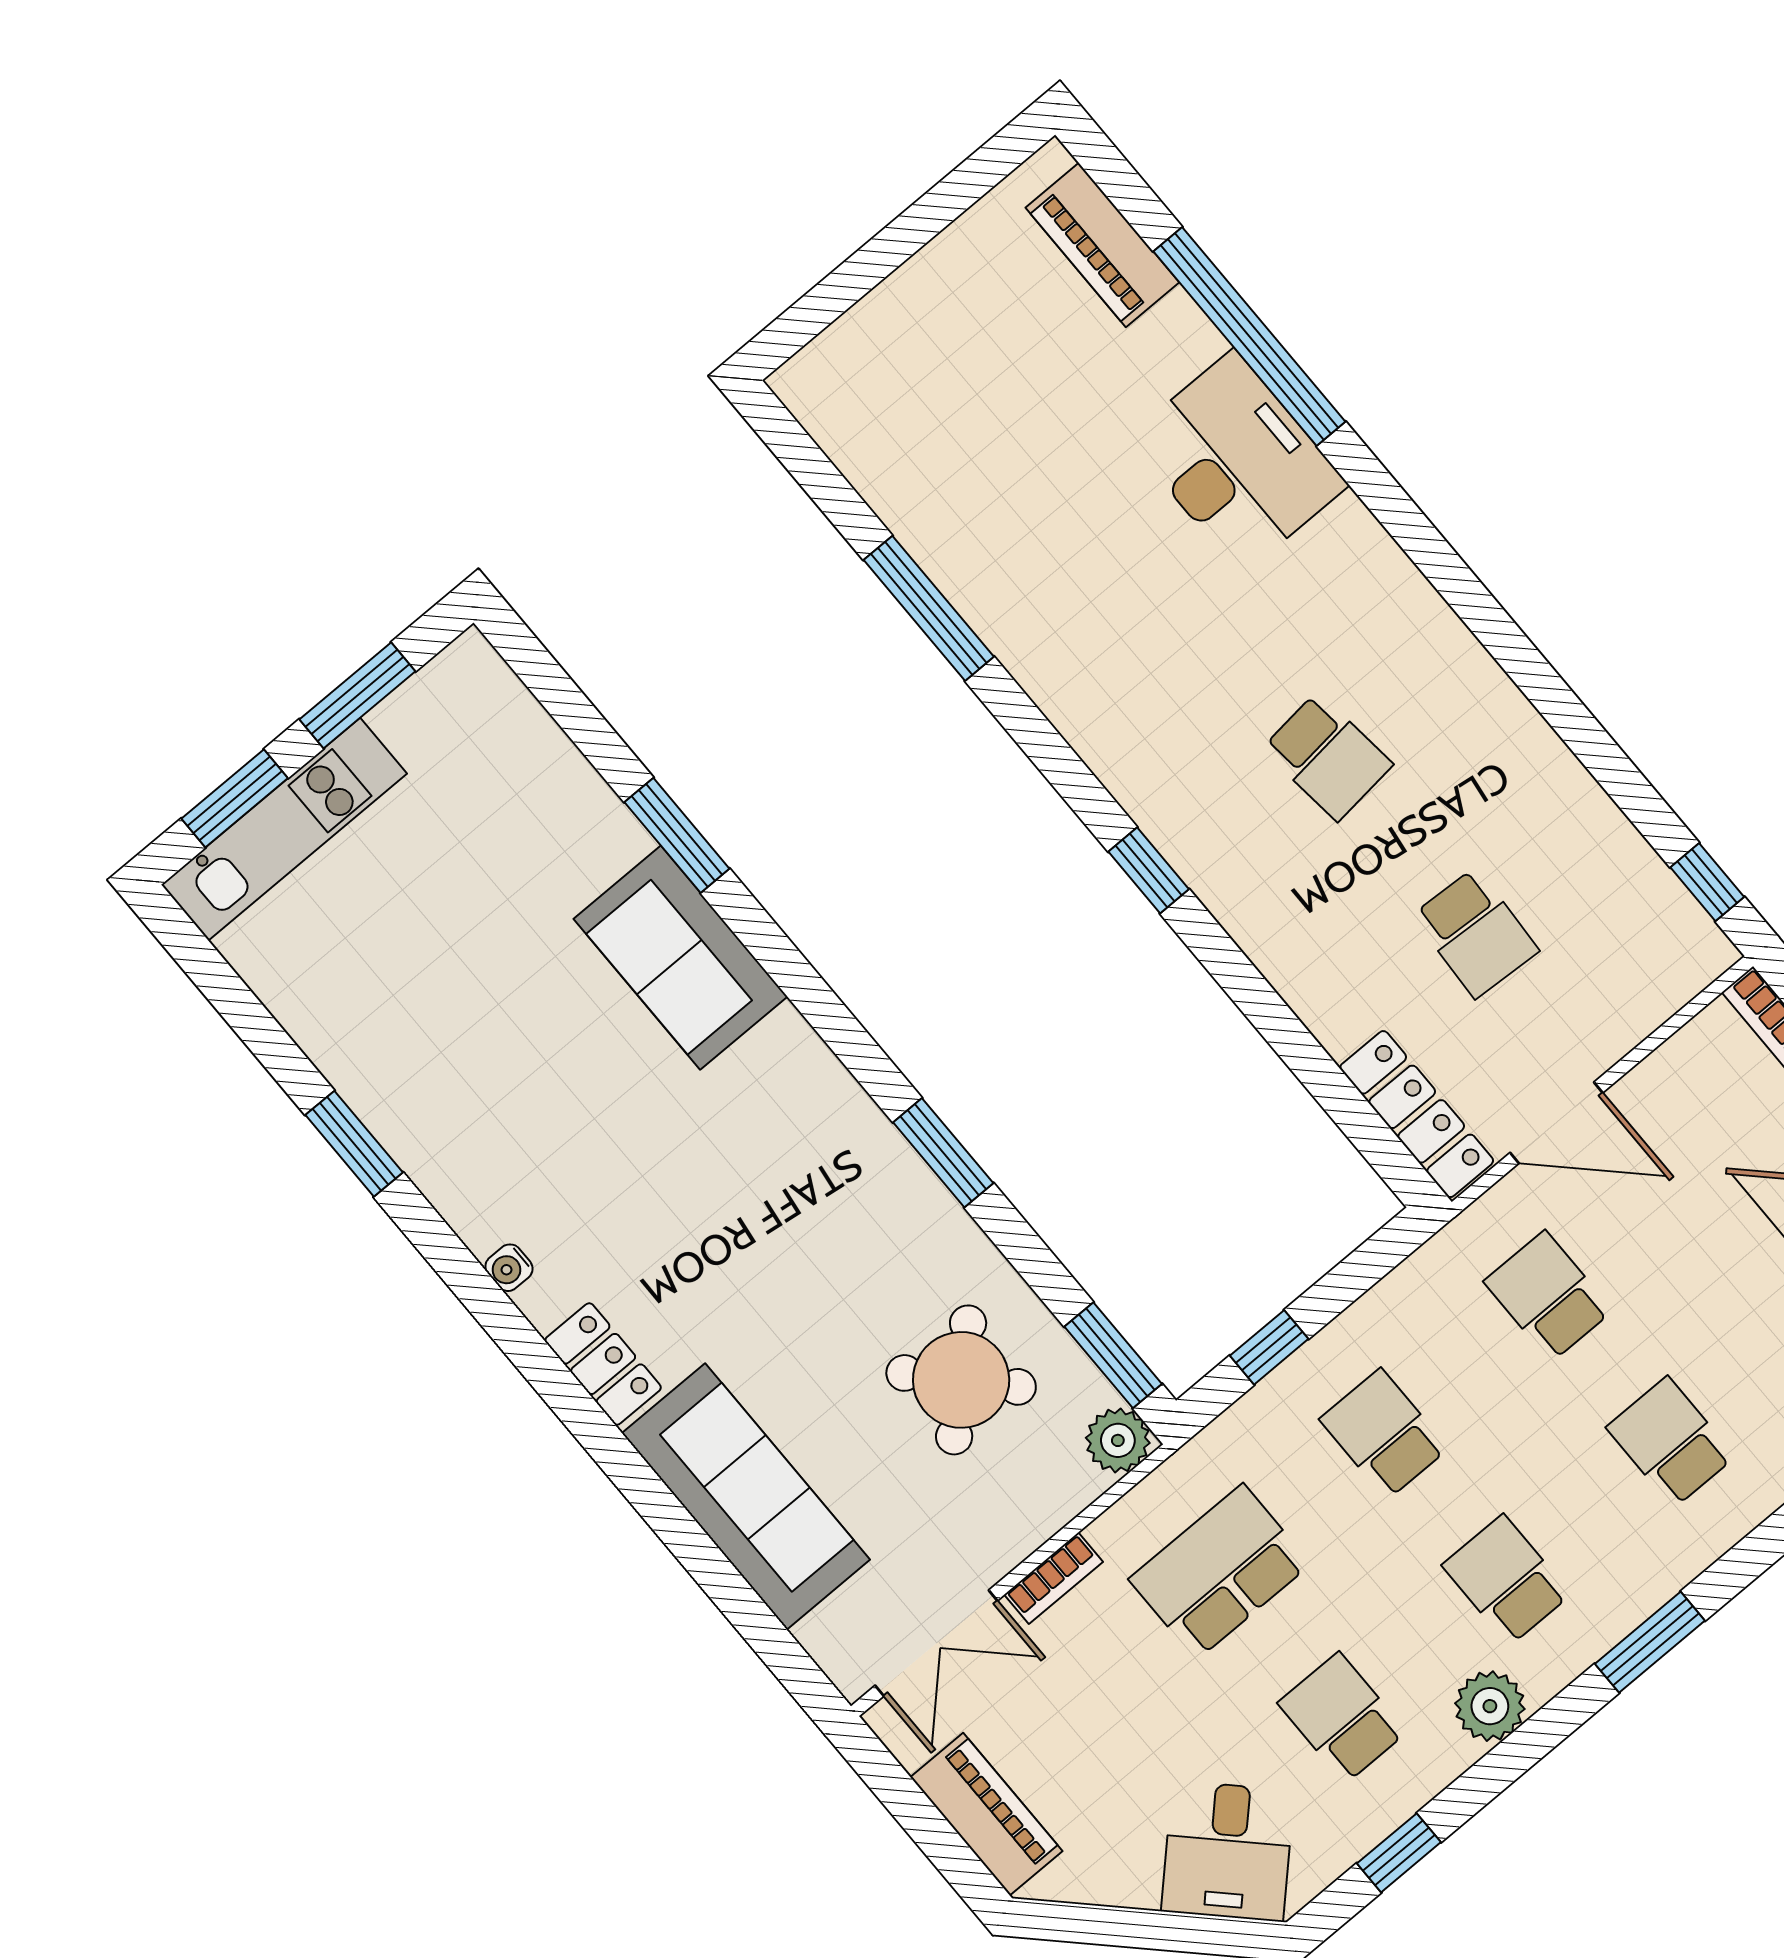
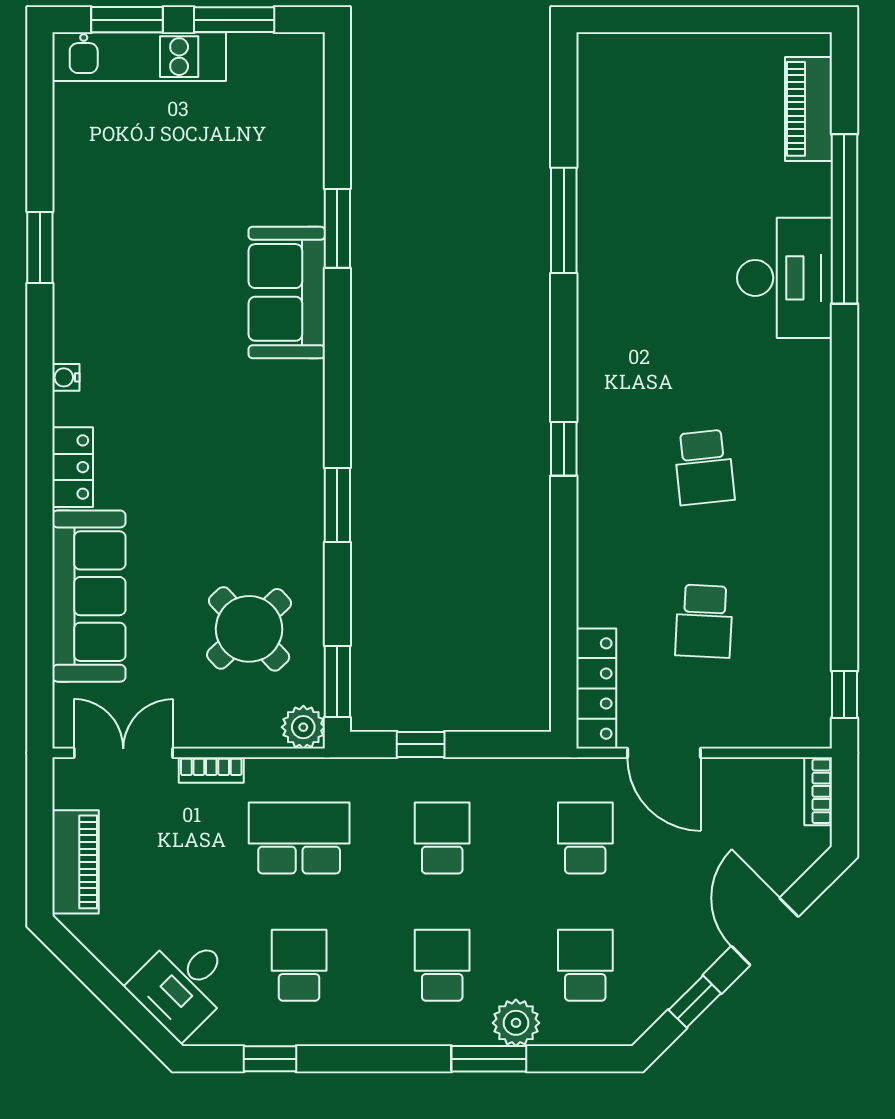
double door: (936, 1643) -> (123, 753), swing flipped
plant: (1490, 1706) -> (516, 1023), moved

